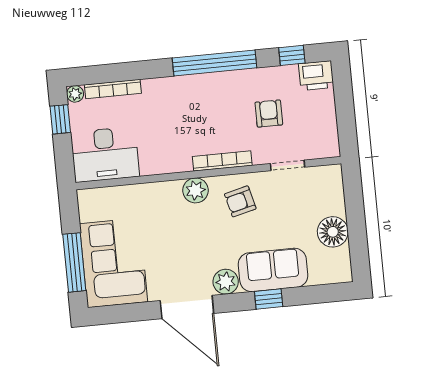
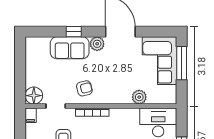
filing cabinet: (330, 145) -> (31, 115), added
plant: (195, 190) -> (139, 97), moved
floor lamp: (333, 232) -> (34, 96), moved

